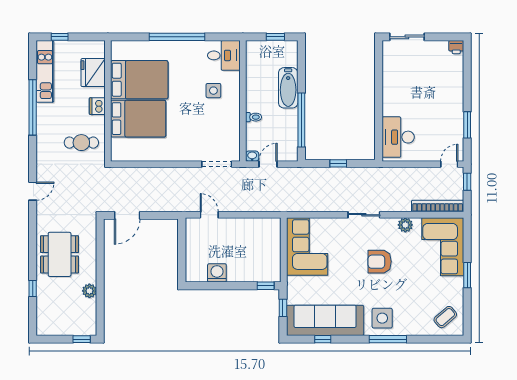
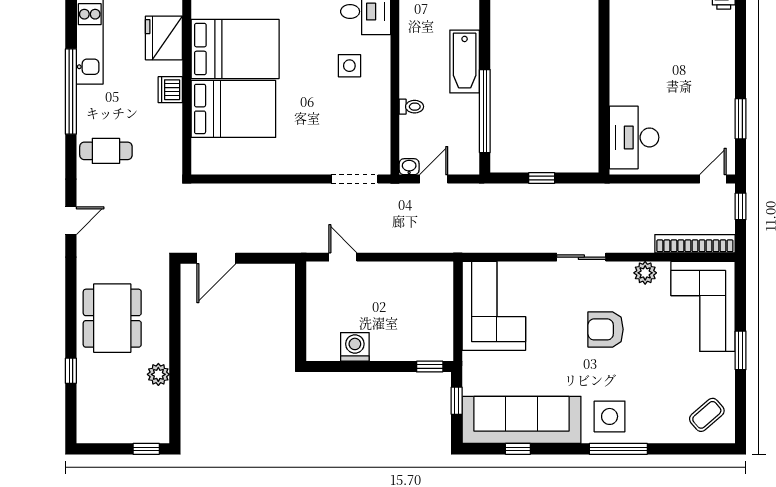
cafe table: (81, 143) -> (106, 151), moved

